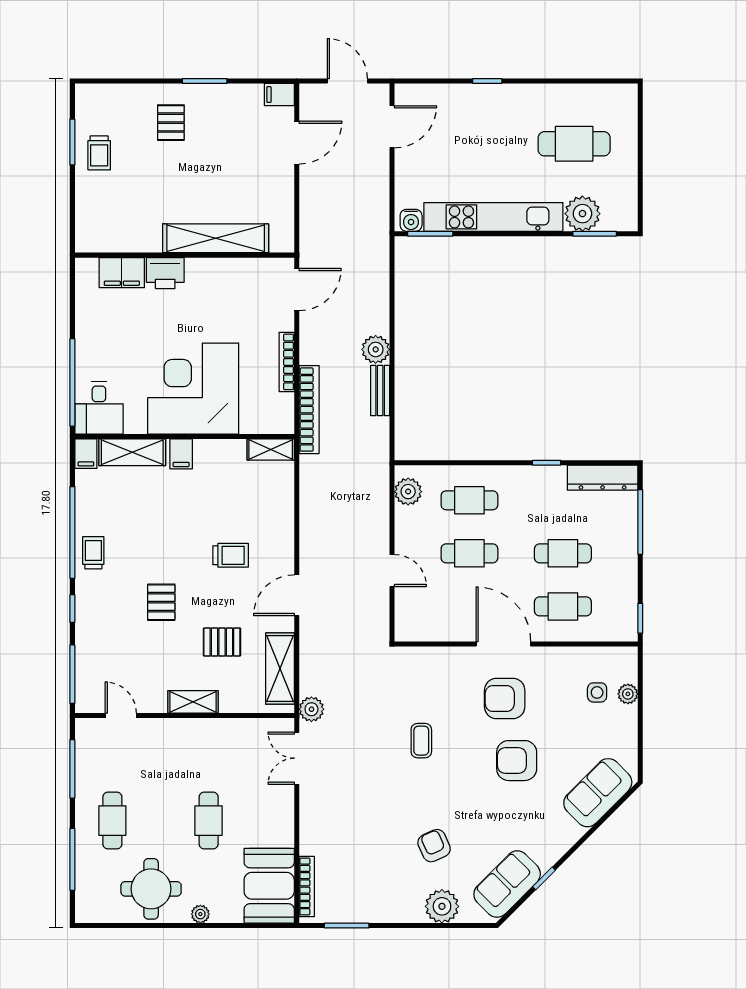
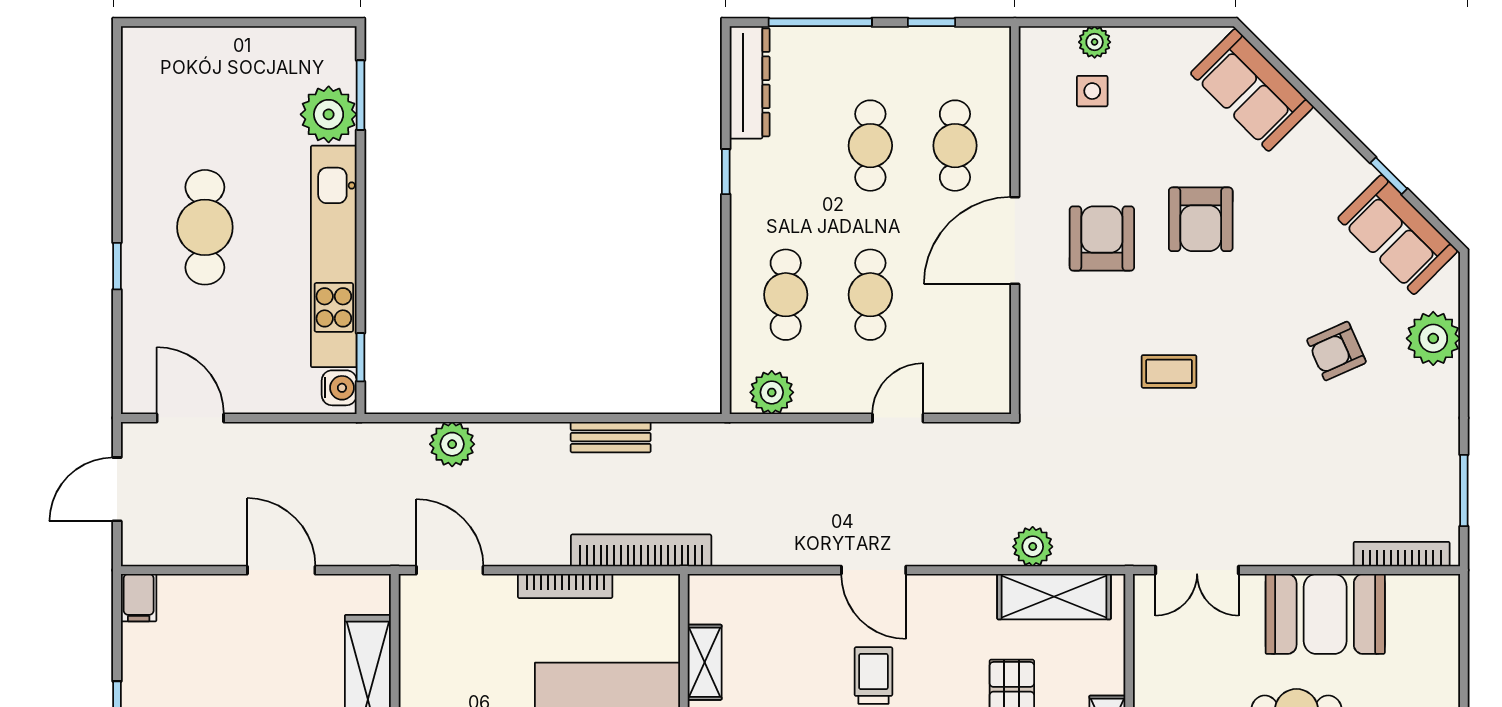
door: (297, 143) -> (281, 570), moved
cafe table: (574, 144) -> (205, 227), moved
window: (430, 234) -> (361, 357), width x0.67
plant: (376, 349) -> (452, 444), moved
shelving: (271, 449) -> (705, 662), moved
door: (297, 595) -> (874, 570), moved
window: (640, 618) -> (931, 22), moved
armchair: (505, 699) -> (1102, 238), turned 180
plant: (311, 709) -> (1033, 547), moved
booth: (269, 886) -> (1325, 614), moved

